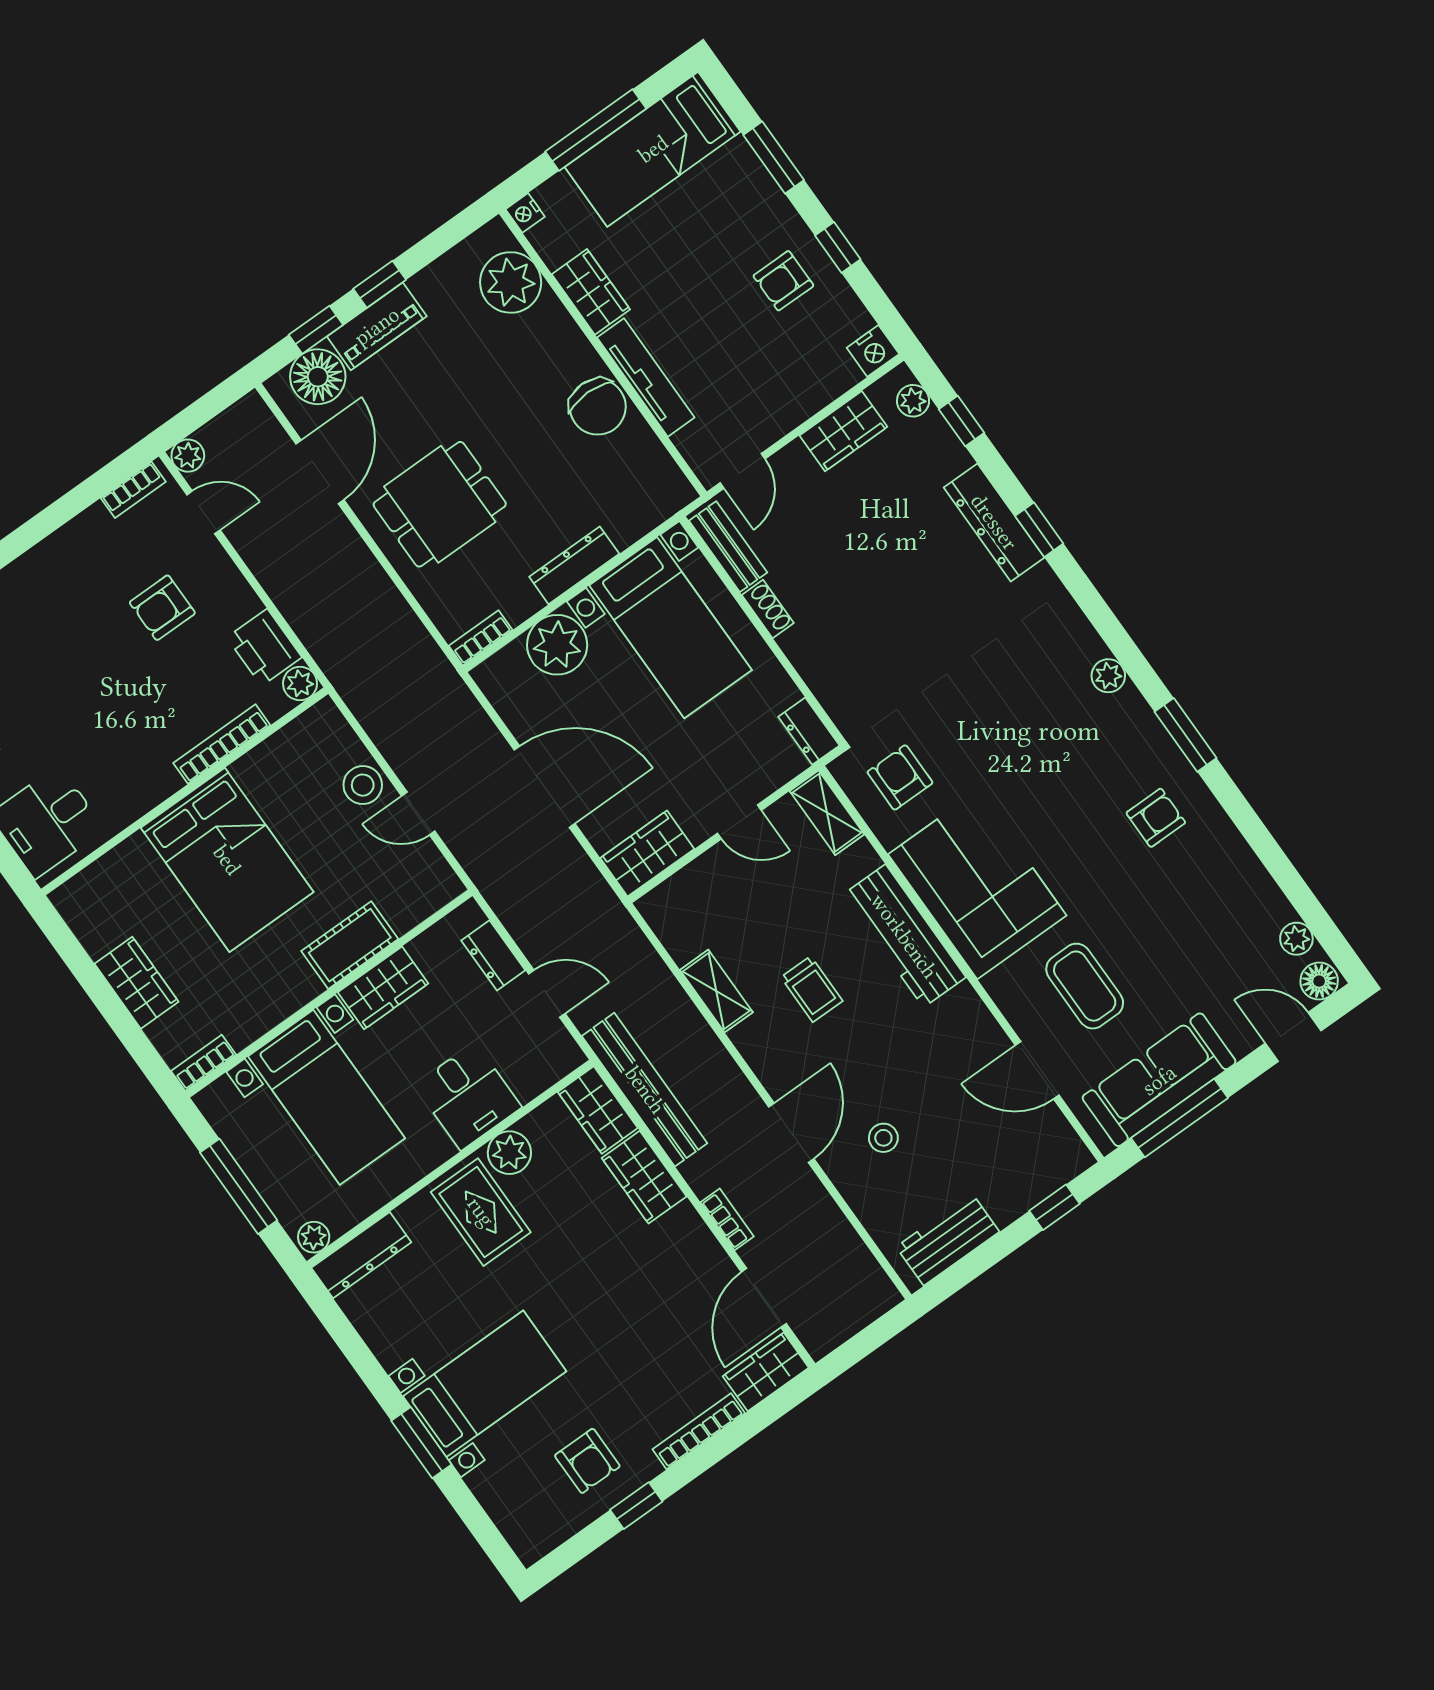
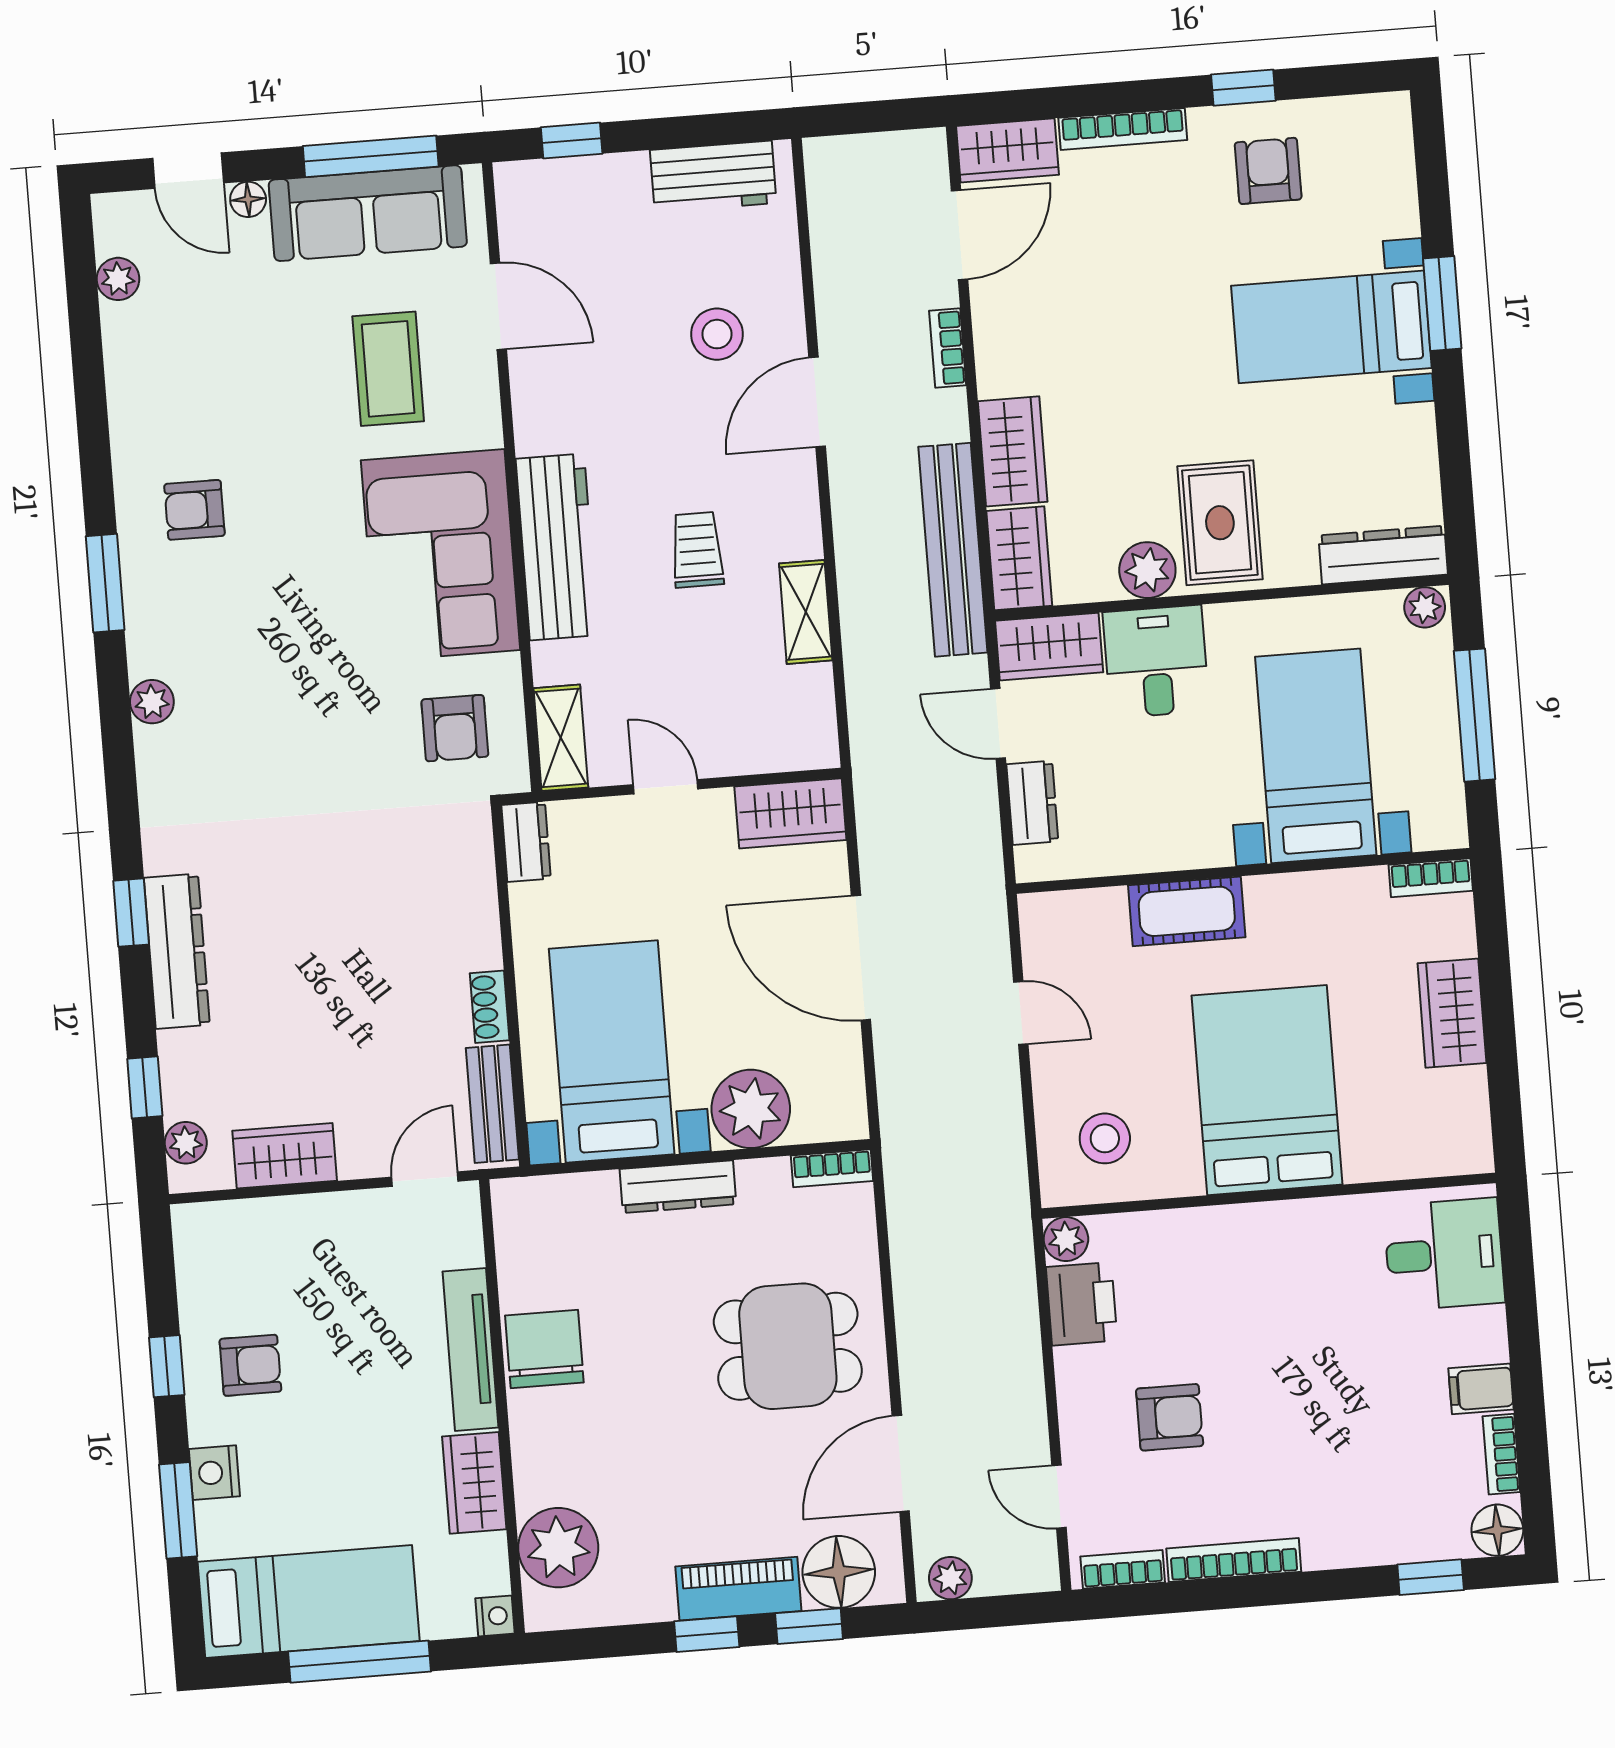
nightstand: (873, 351) -> (214, 1473), moved, turned -90
plant: (188, 456) -> (950, 1578), moved
bookcase: (222, 744) -> (1234, 1560), moved, turned 180
stool: (363, 785) -> (1105, 1138), moved
floor lamp: (1319, 981) -> (248, 199), moved, width x0.73, depth x0.73
wardrobe: (383, 988) -> (1049, 647), moved, turned 180
stool: (883, 1138) -> (717, 334), width x1.37, depth x1.37

